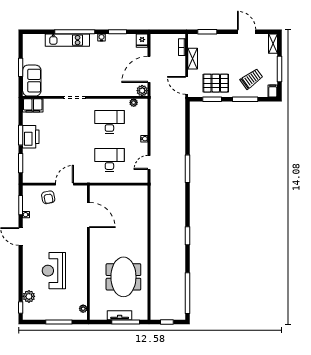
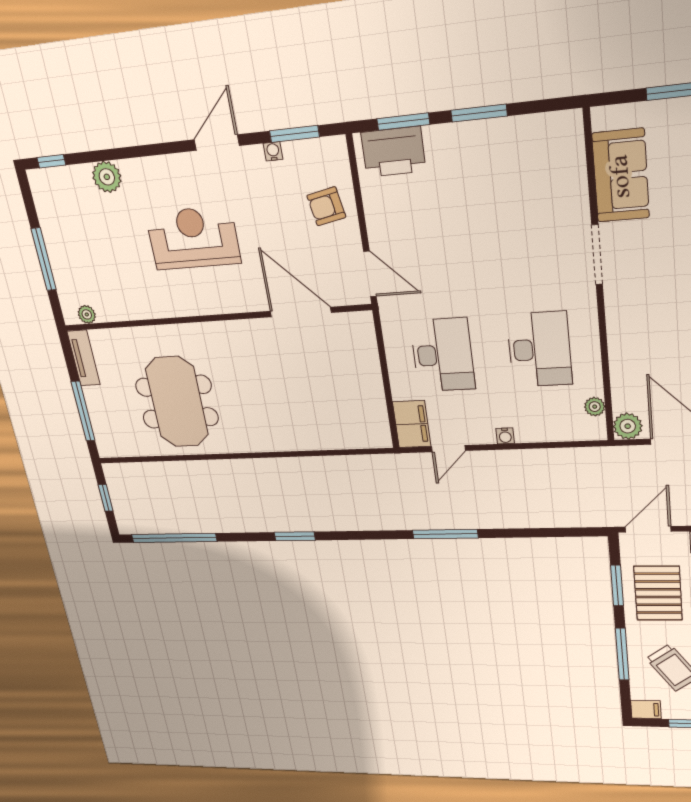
sofa: (32, 81) -> (621, 176), moved, turned -90
filing cabinet: (33, 105) -> (412, 424), moved, turned 180
printer: (31, 137) -> (393, 152), moved
door: (149, 162) -> (448, 449), swing flipped
door: (64, 184) -> (370, 274), moved
door: (88, 215) -> (301, 312), swing flipped
reception desk: (54, 271) -> (193, 238), moved
meeting table: (123, 277) -> (177, 402), turned 90
plant: (29, 296) -> (107, 177), moved
tv unit: (120, 315) -> (84, 358), moved

